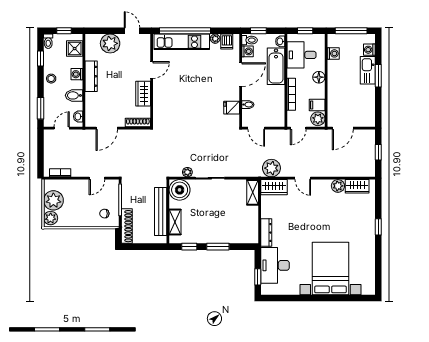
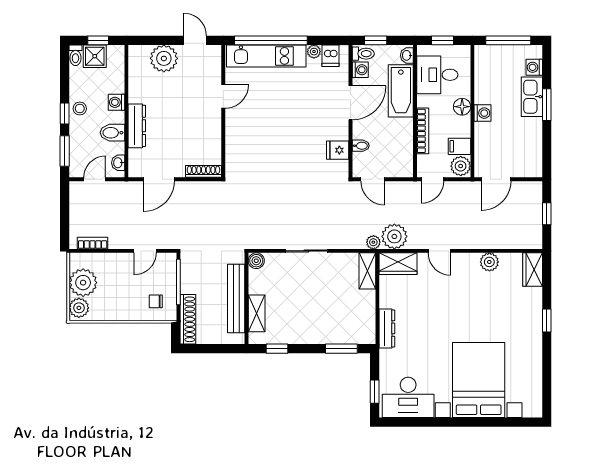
shower: (75, 49) -> (95, 56), moved
washing machine: (333, 53) -> (483, 113), moved
window: (41, 58) -> (65, 114), moved
dresser: (91, 76) -> (137, 126), moved
wardrobe: (143, 94) -> (211, 130), removed
plant: (187, 172) -> (373, 242), moved
wardrobe: (357, 186) -> (533, 270), moved, turned 90
boiler: (180, 190) -> (256, 261), width x0.54, depth x0.54
window: (218, 247) -> (341, 349), moved
desk: (275, 265) -> (408, 397), moved, turned -90

